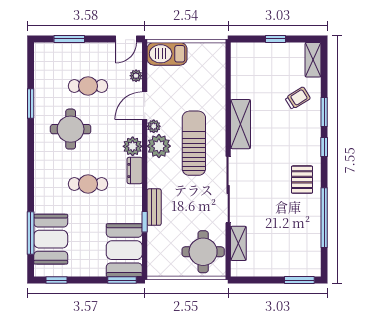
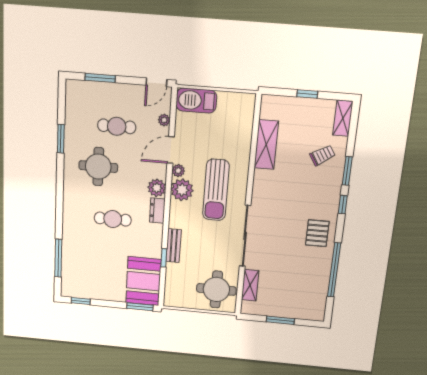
shelving: (241, 124) -> (266, 145), moved
sun lounger: (194, 143) -> (216, 190), turned 180
booth: (51, 239) -> (76, 265), removed
window: (299, 280) -> (280, 320), moved

